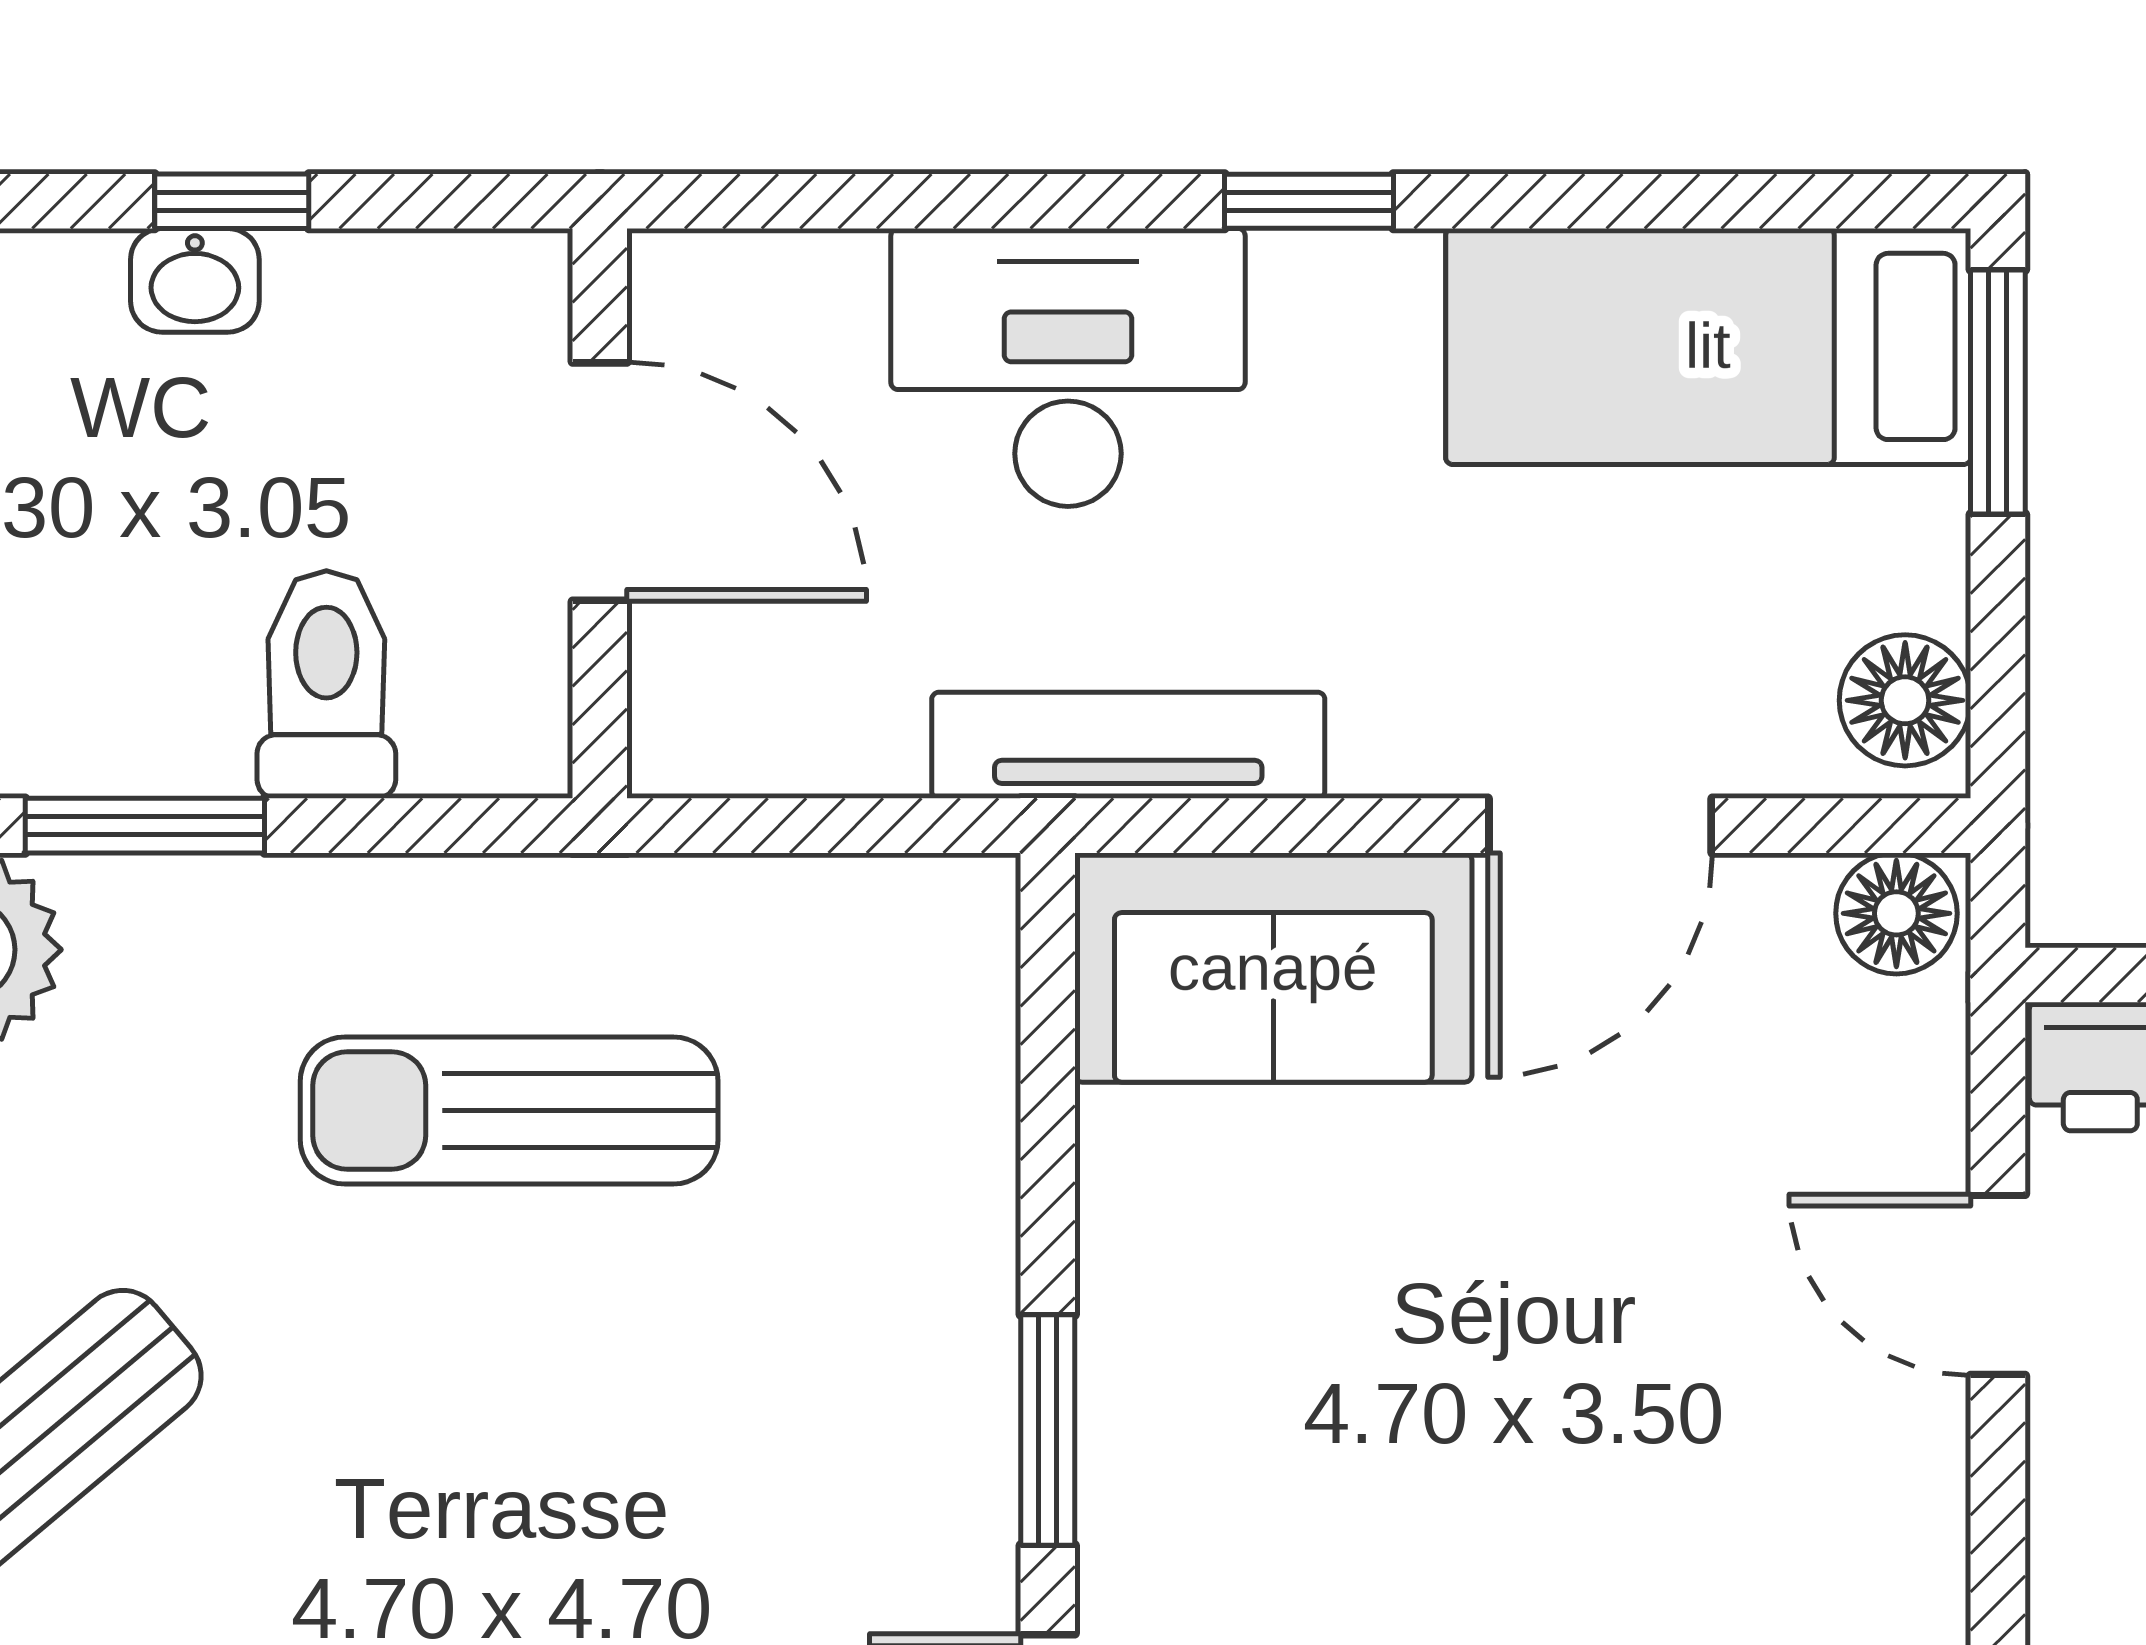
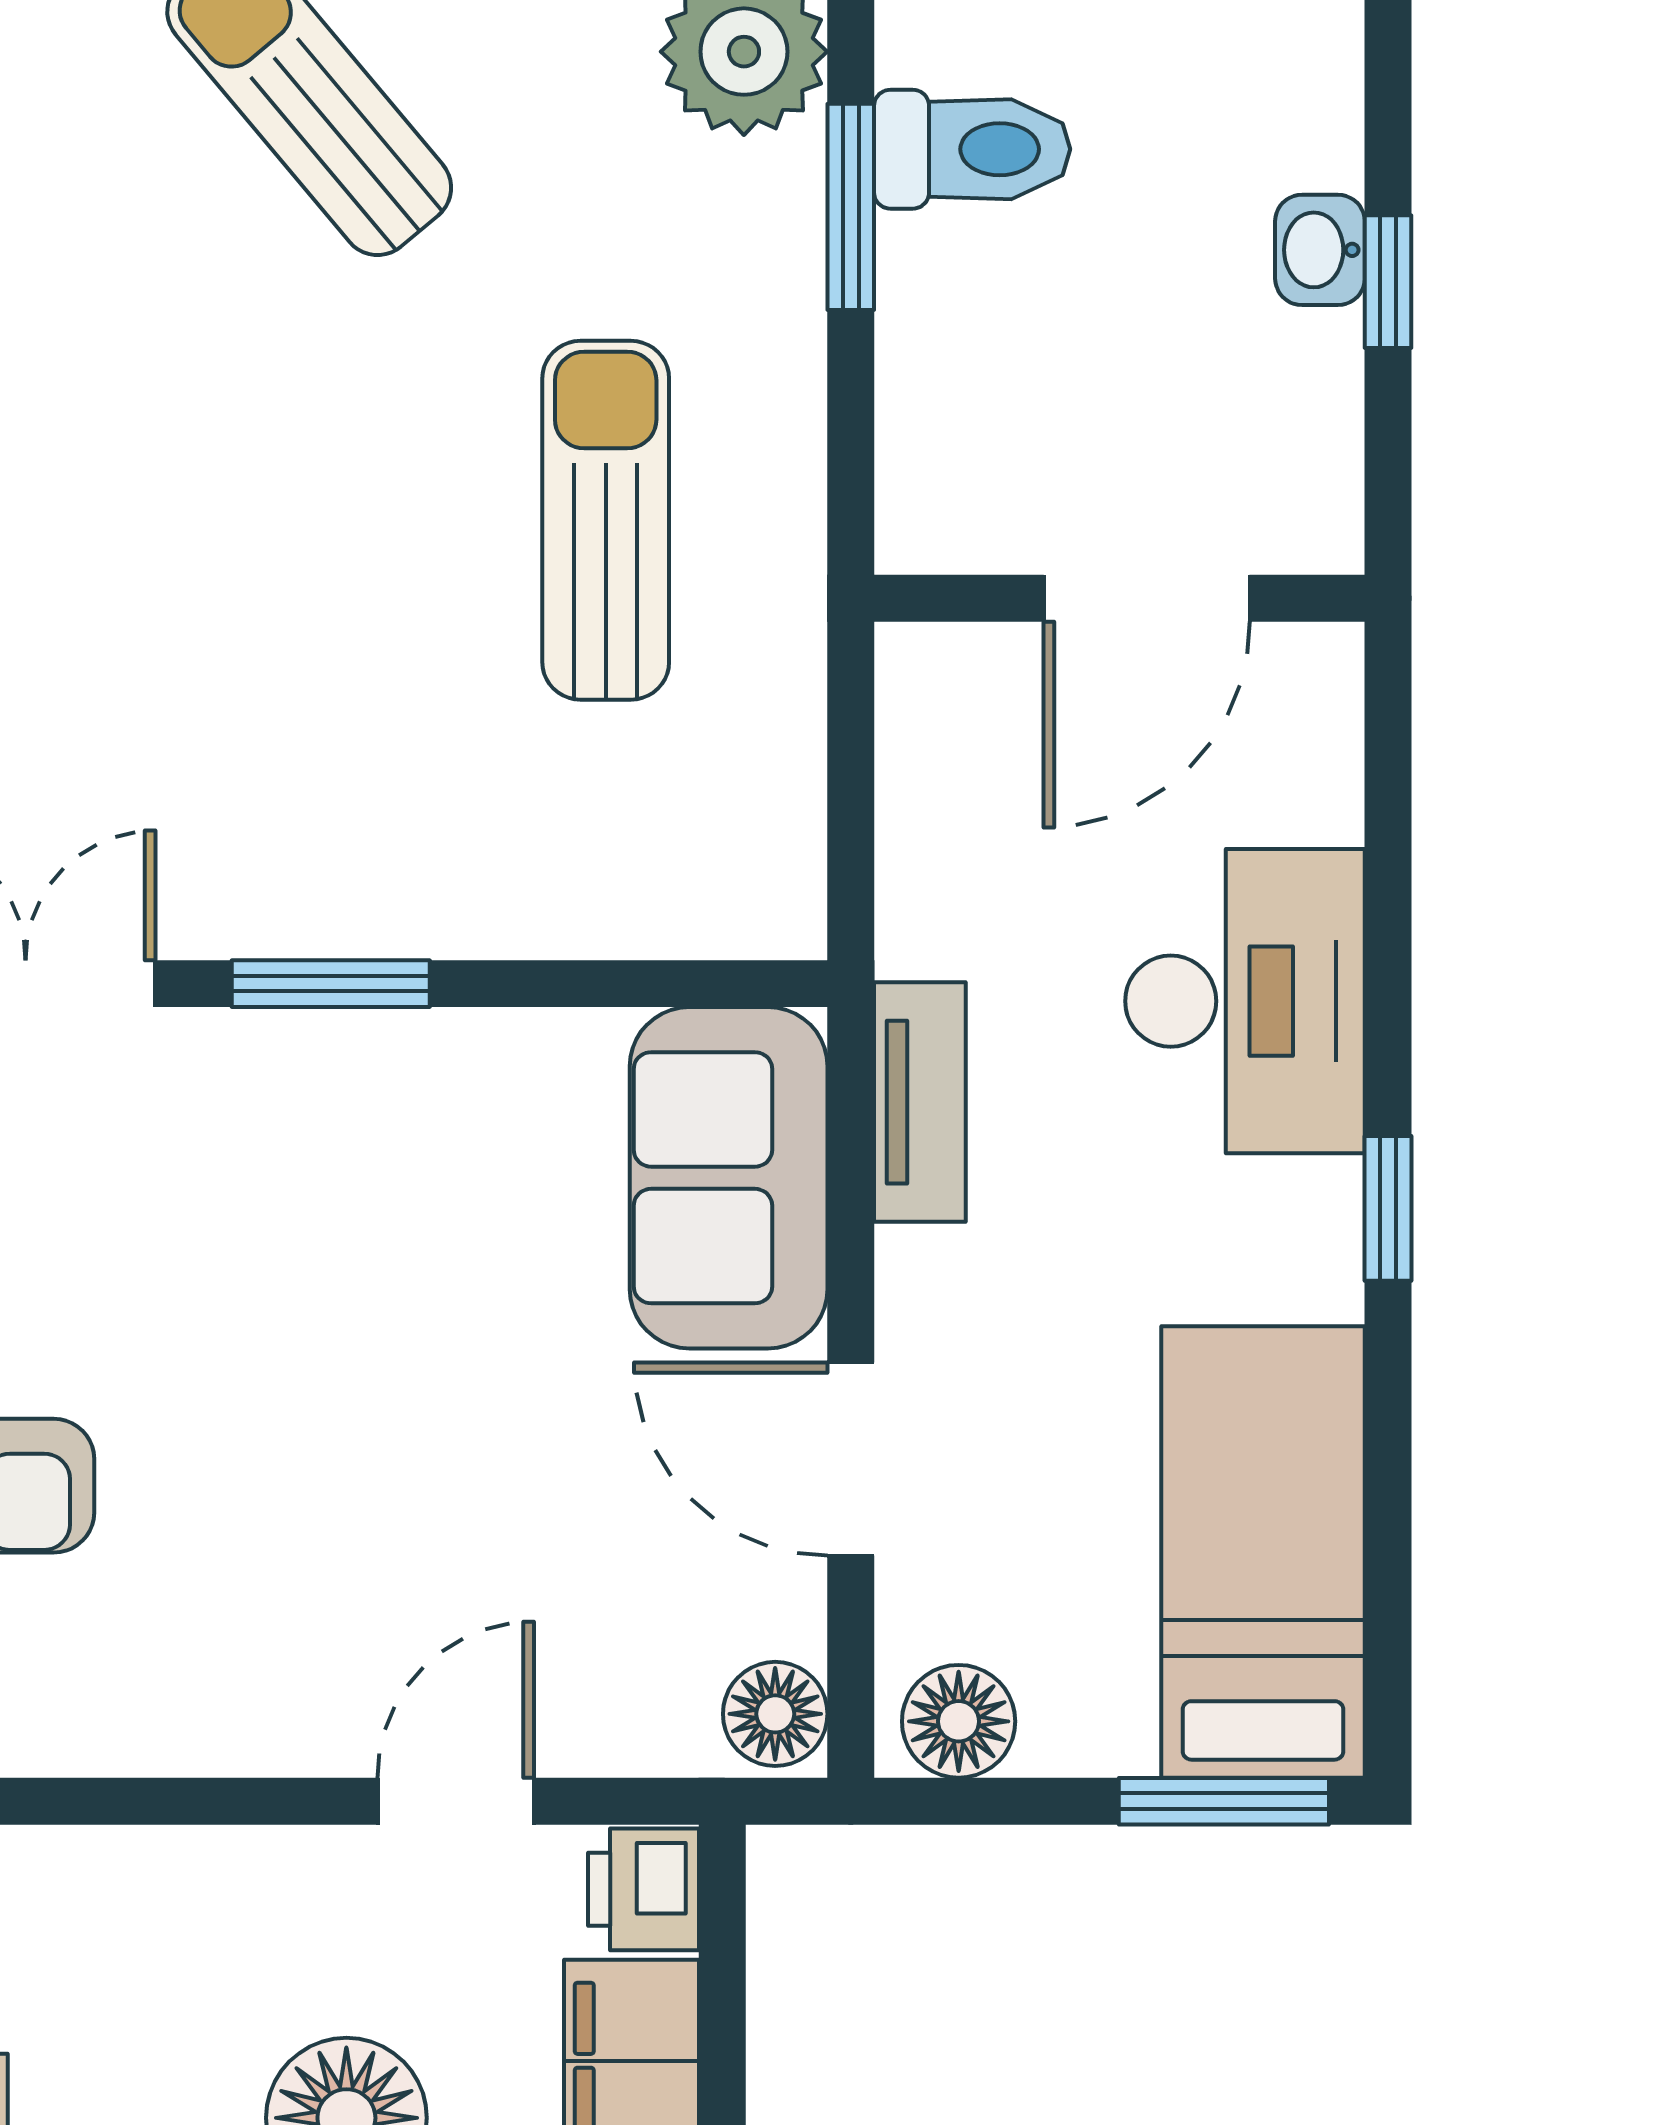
toilet: (326, 685) -> (972, 149), moved
tv unit: (1128, 745) -> (920, 1102), width x0.71

